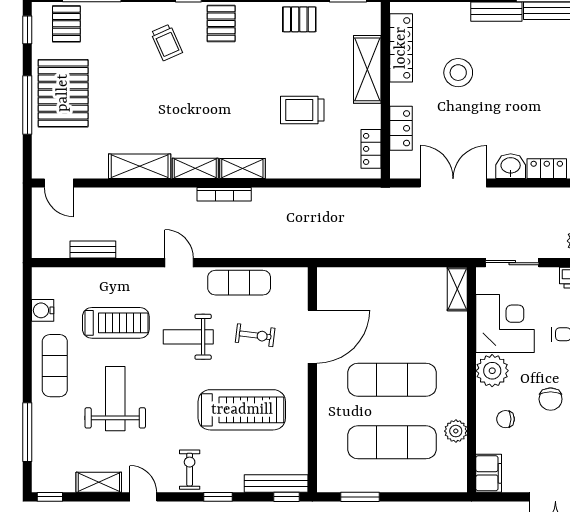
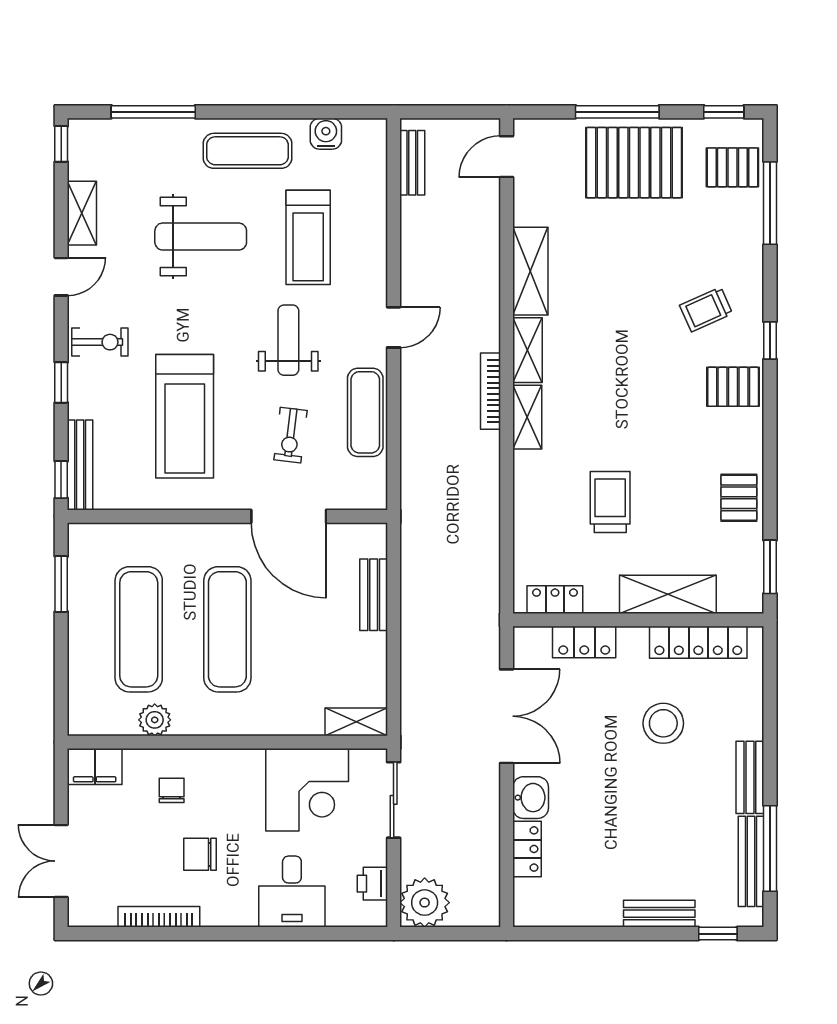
bench: (93, 249) -> (412, 163), moved
bench: (368, 277) -> (374, 595), added
plant: (492, 371) -> (240, 772), removed

